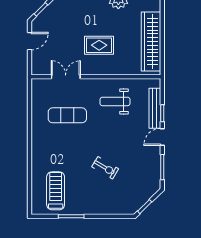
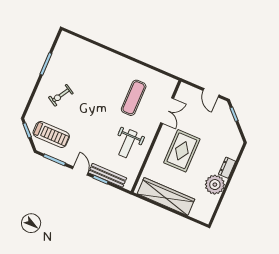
rug: (99, 45) -> (182, 151), width x1.36, depth x1.43
weight bench: (115, 101) -> (128, 144), turned 180
exercise bike: (105, 168) -> (61, 95), moved
treadmill: (56, 191) -> (51, 134), moved

